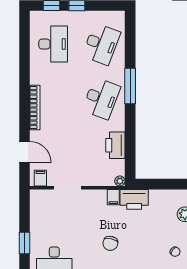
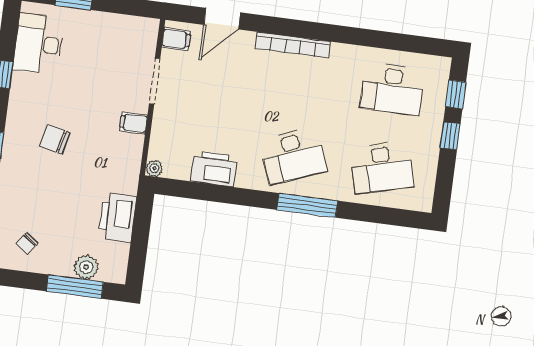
desk: (101, 44) -> (382, 167), turned -36
desk: (101, 98) -> (293, 156), turned -42
filing cabinet: (113, 197) -> (134, 123), moved
printer: (134, 199) -> (117, 217), moved

